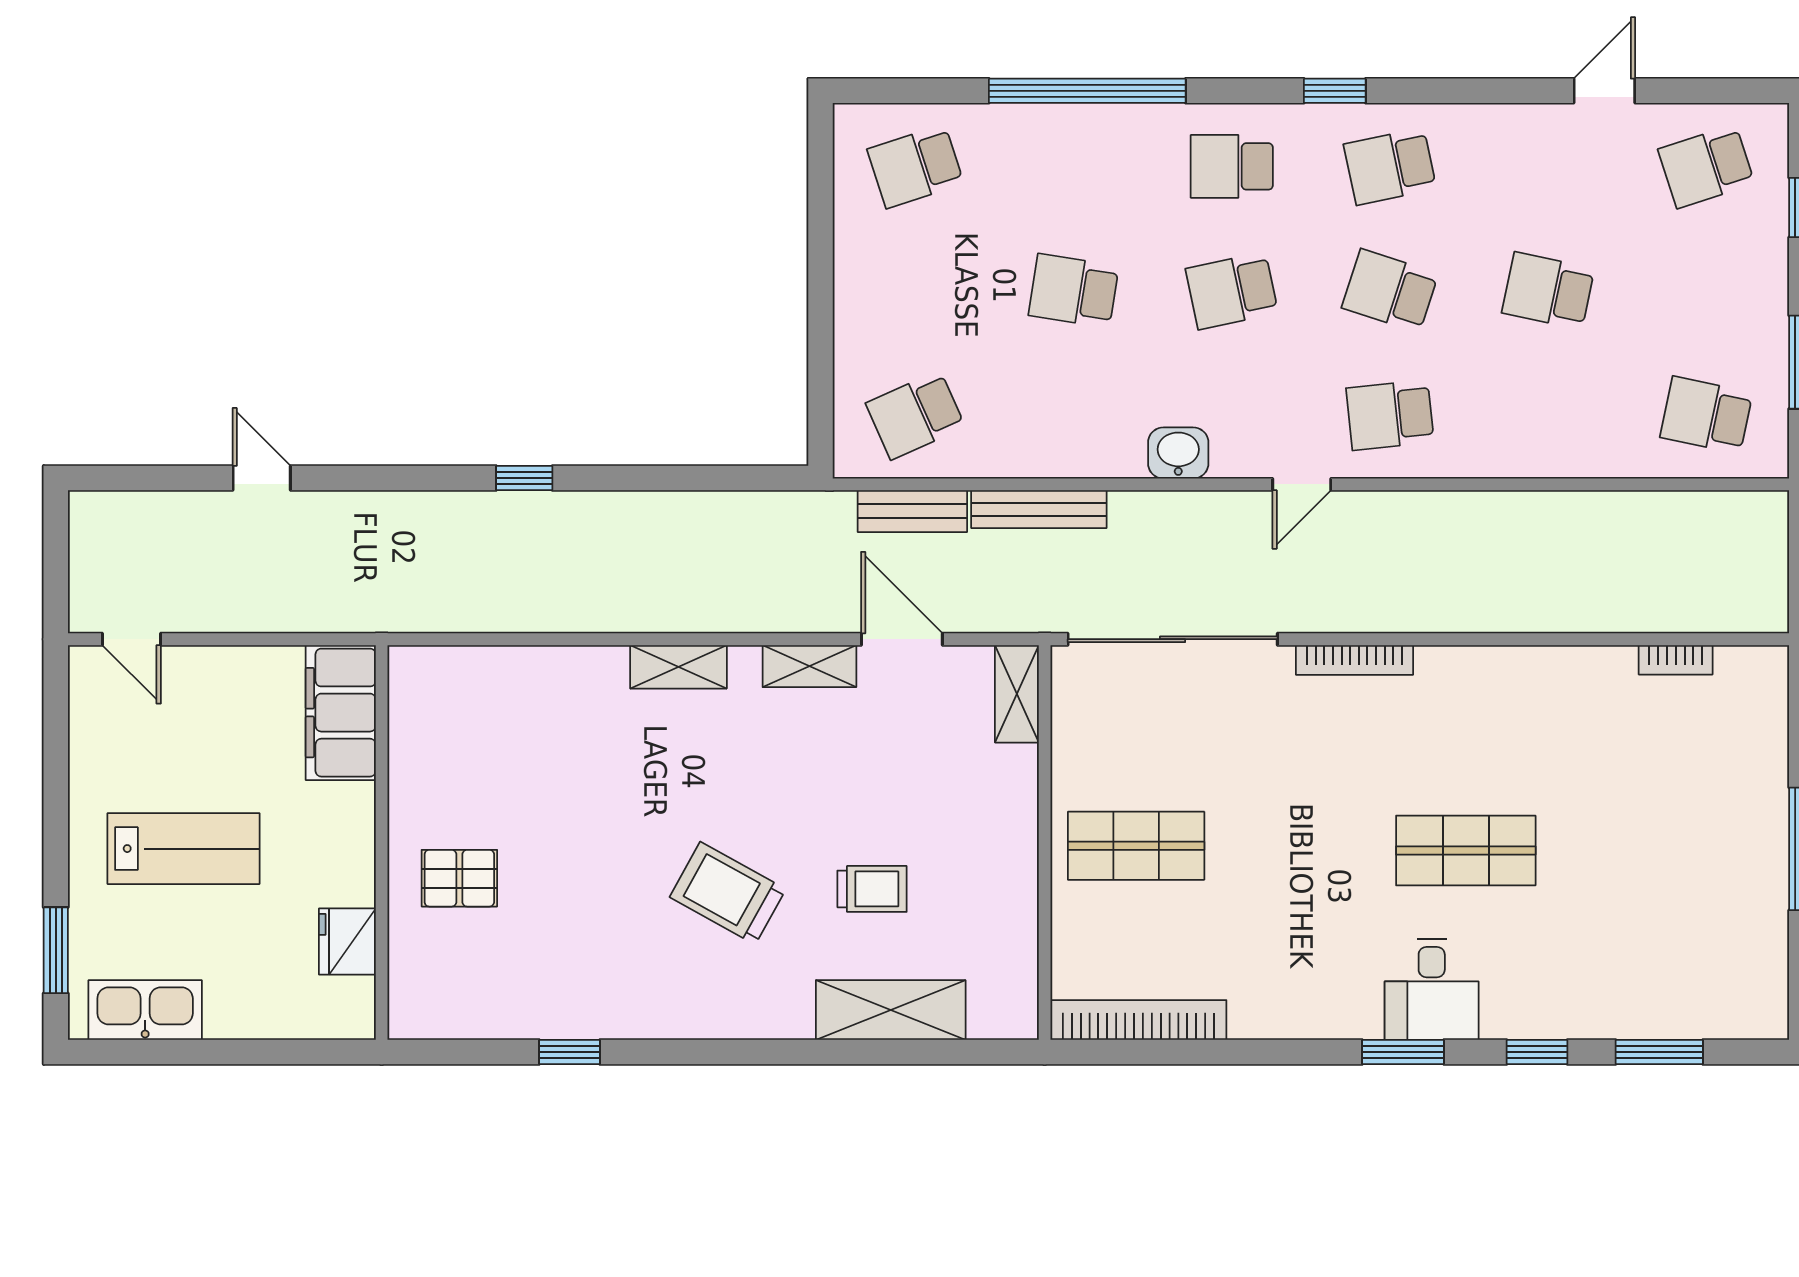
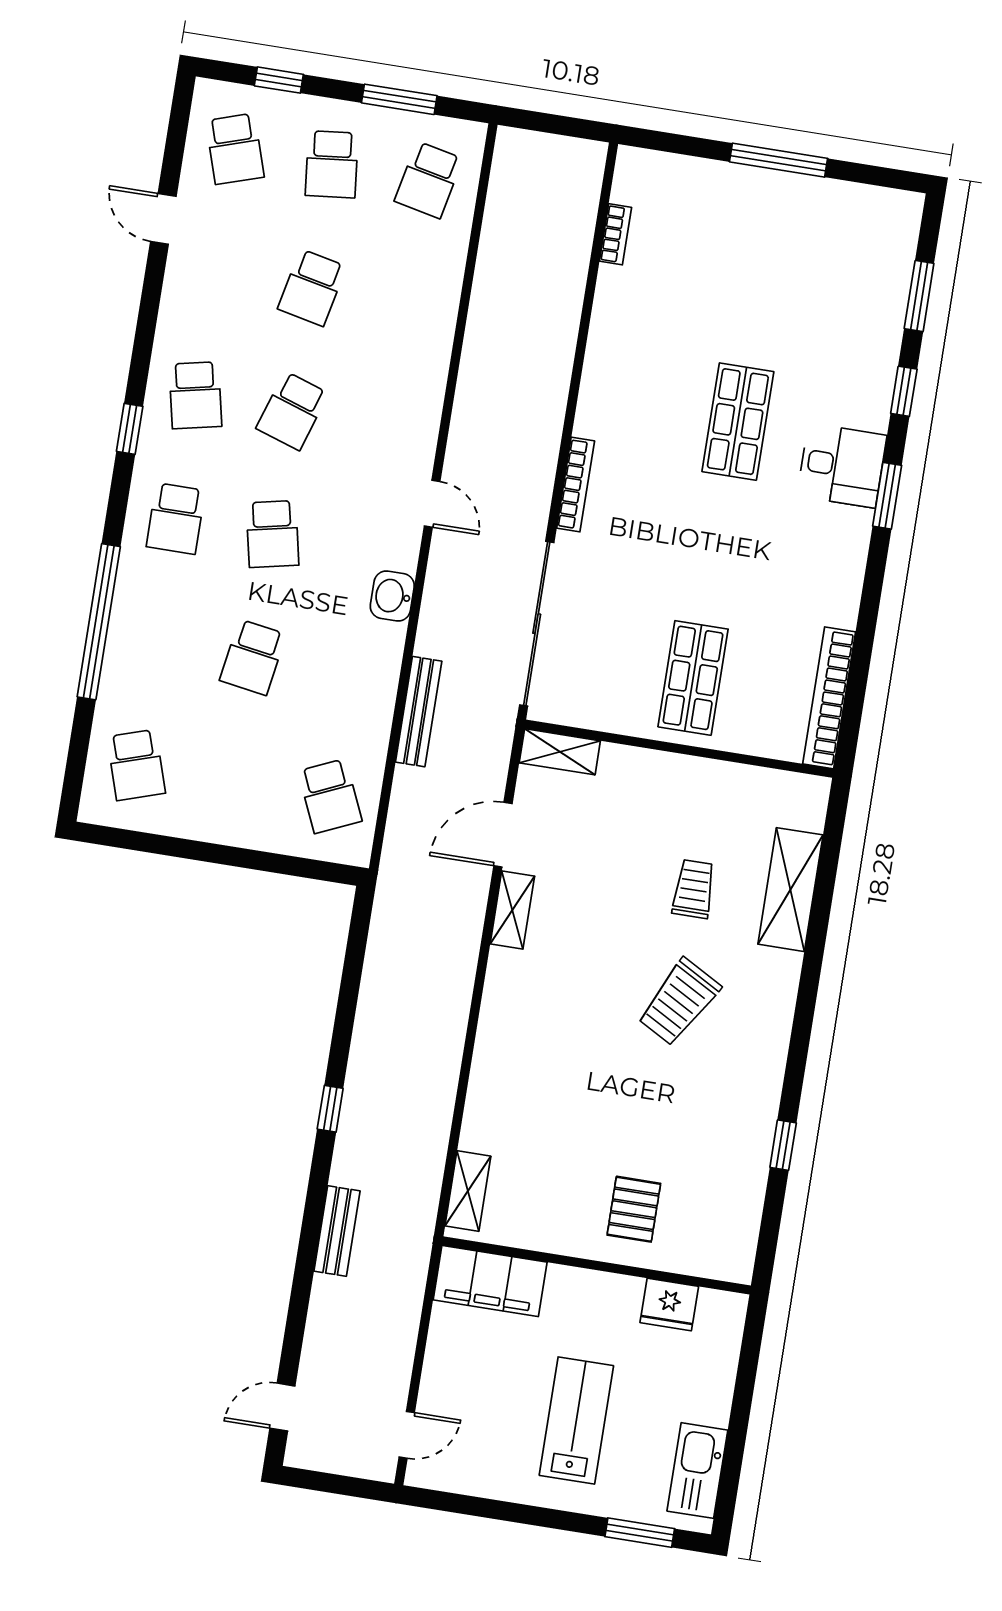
school desk: (1390, 415) -> (332, 164), moved
door: (262, 478) -> (282, 1407), moved
bench: (912, 511) -> (337, 1231), moved
shelving: (678, 667) -> (468, 1191), moved

